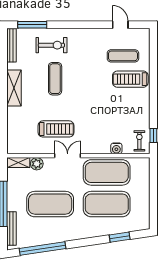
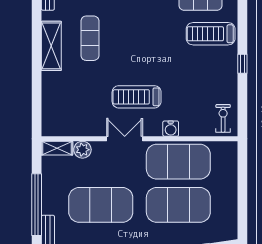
exercise mat: (55, 79) -> (90, 38), moved
treadmill: (56, 129) -> (137, 97), moved, turned 180
window: (153, 135) -> (242, 64), moved
water cooler: (116, 148) -> (171, 129), moved

